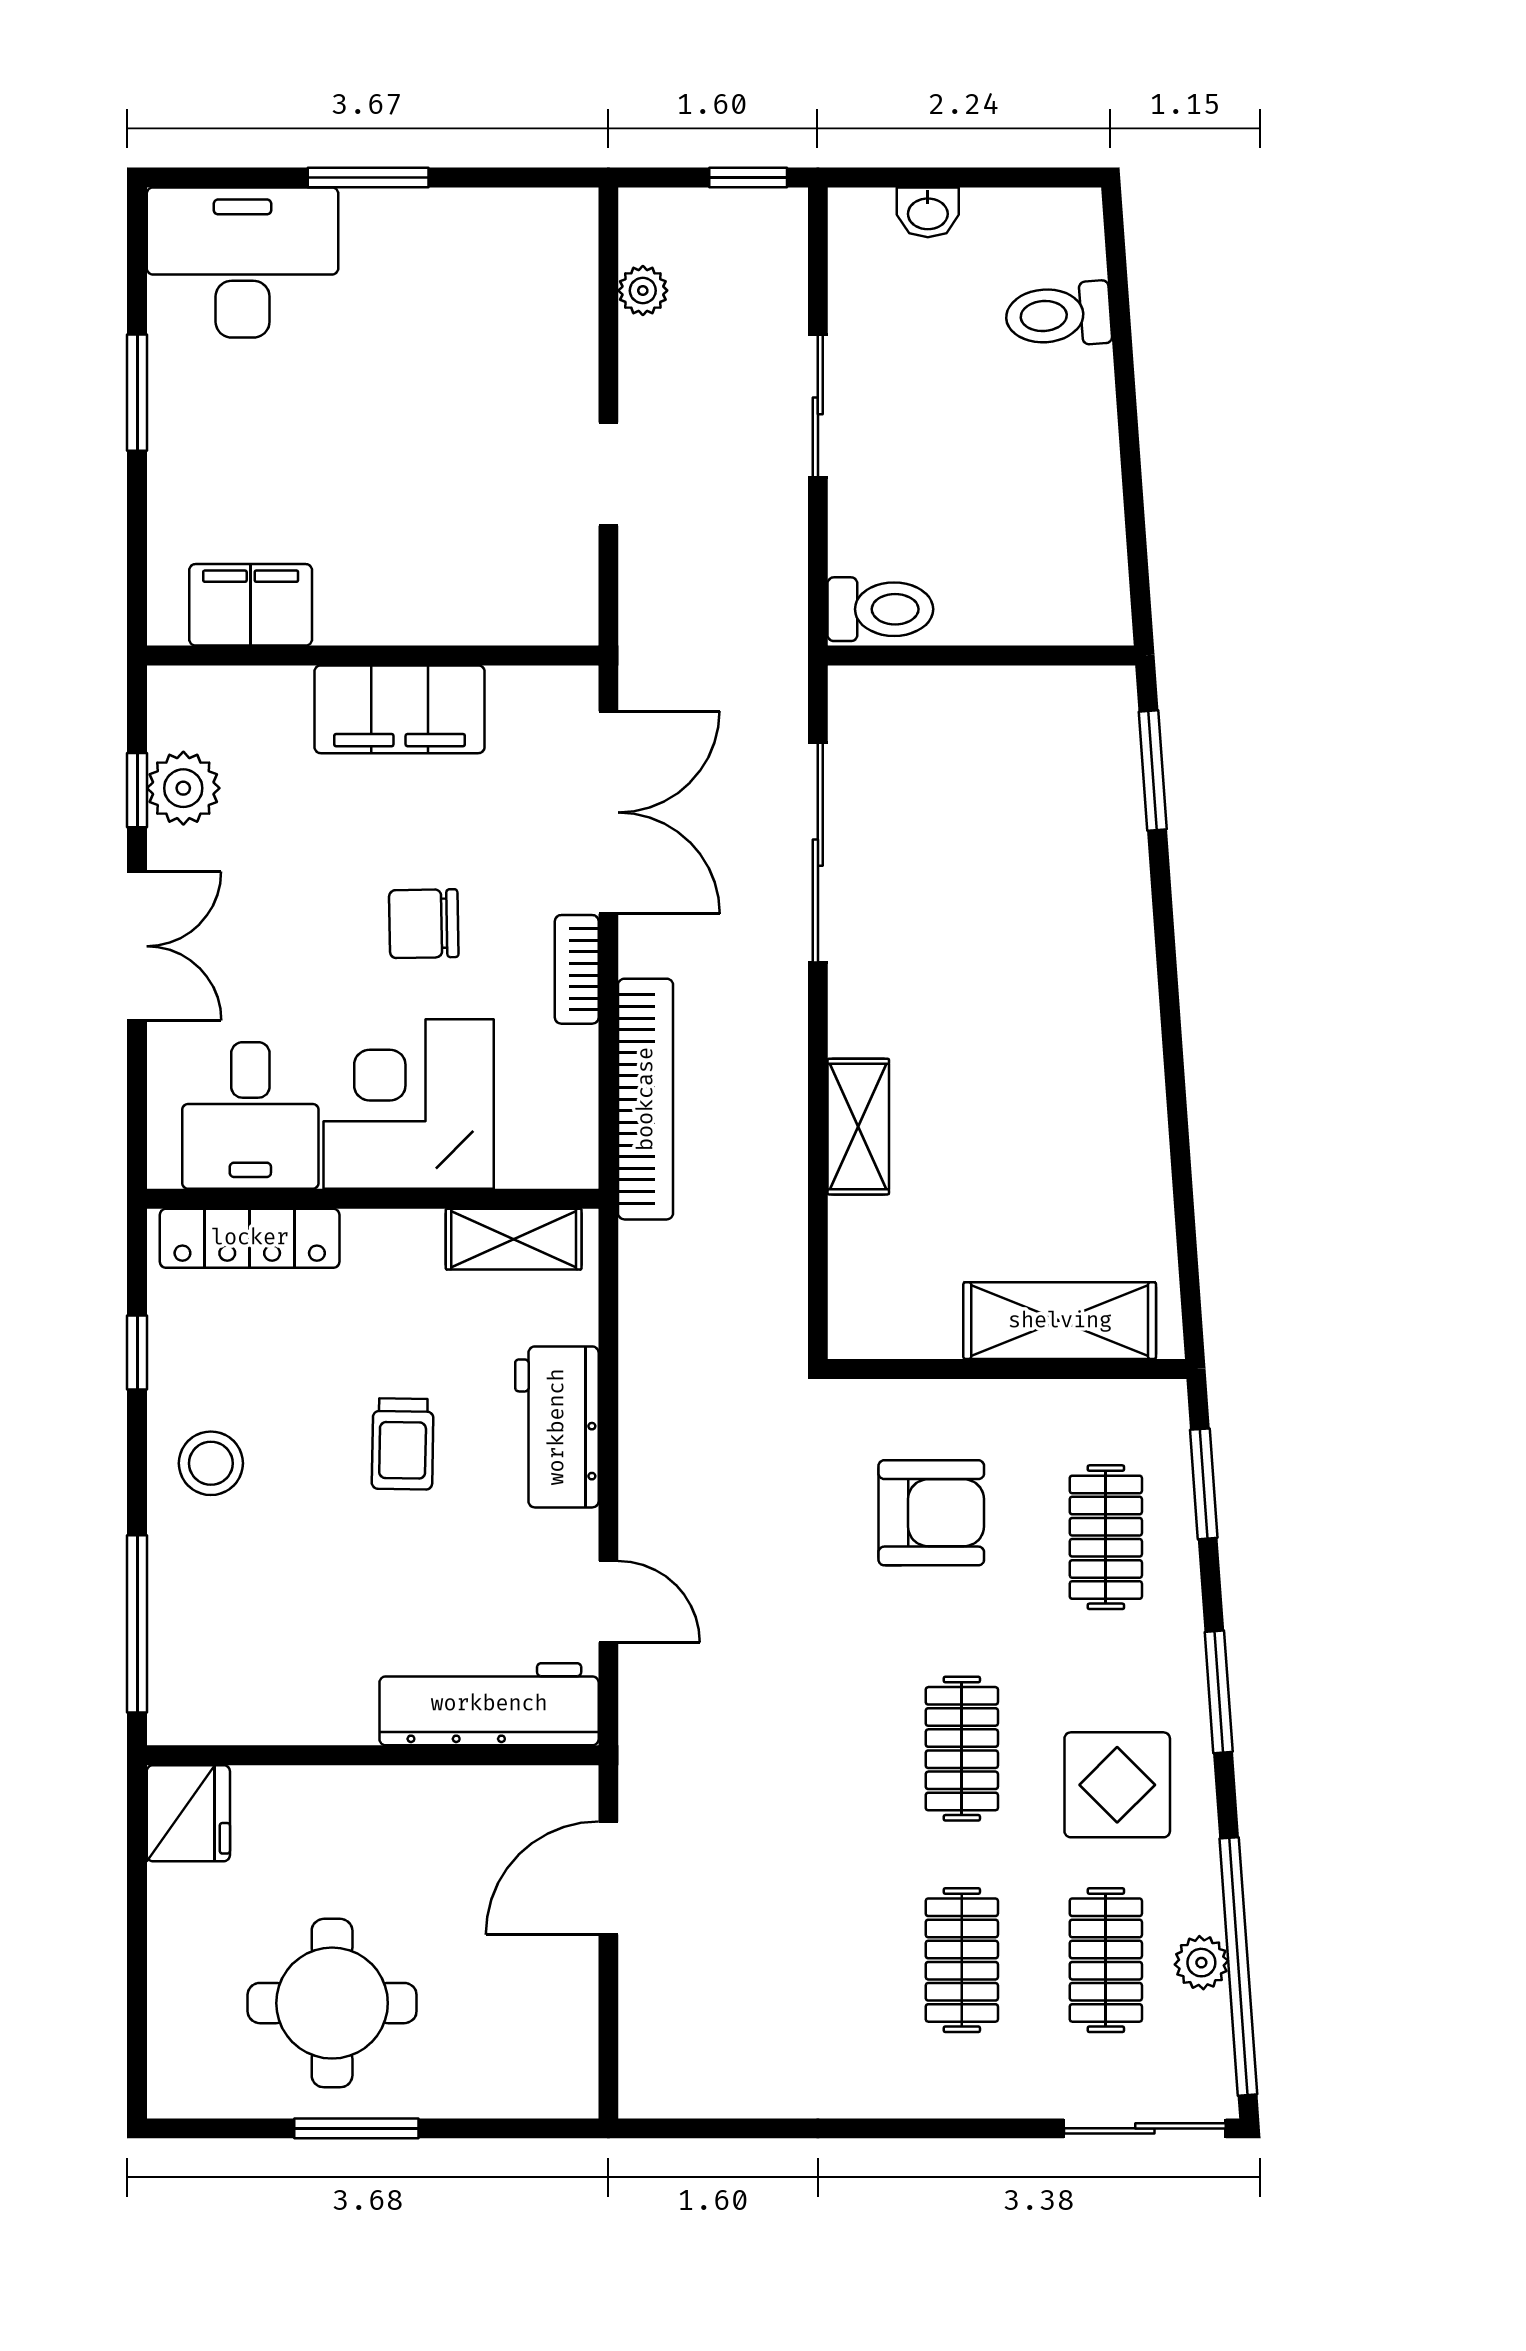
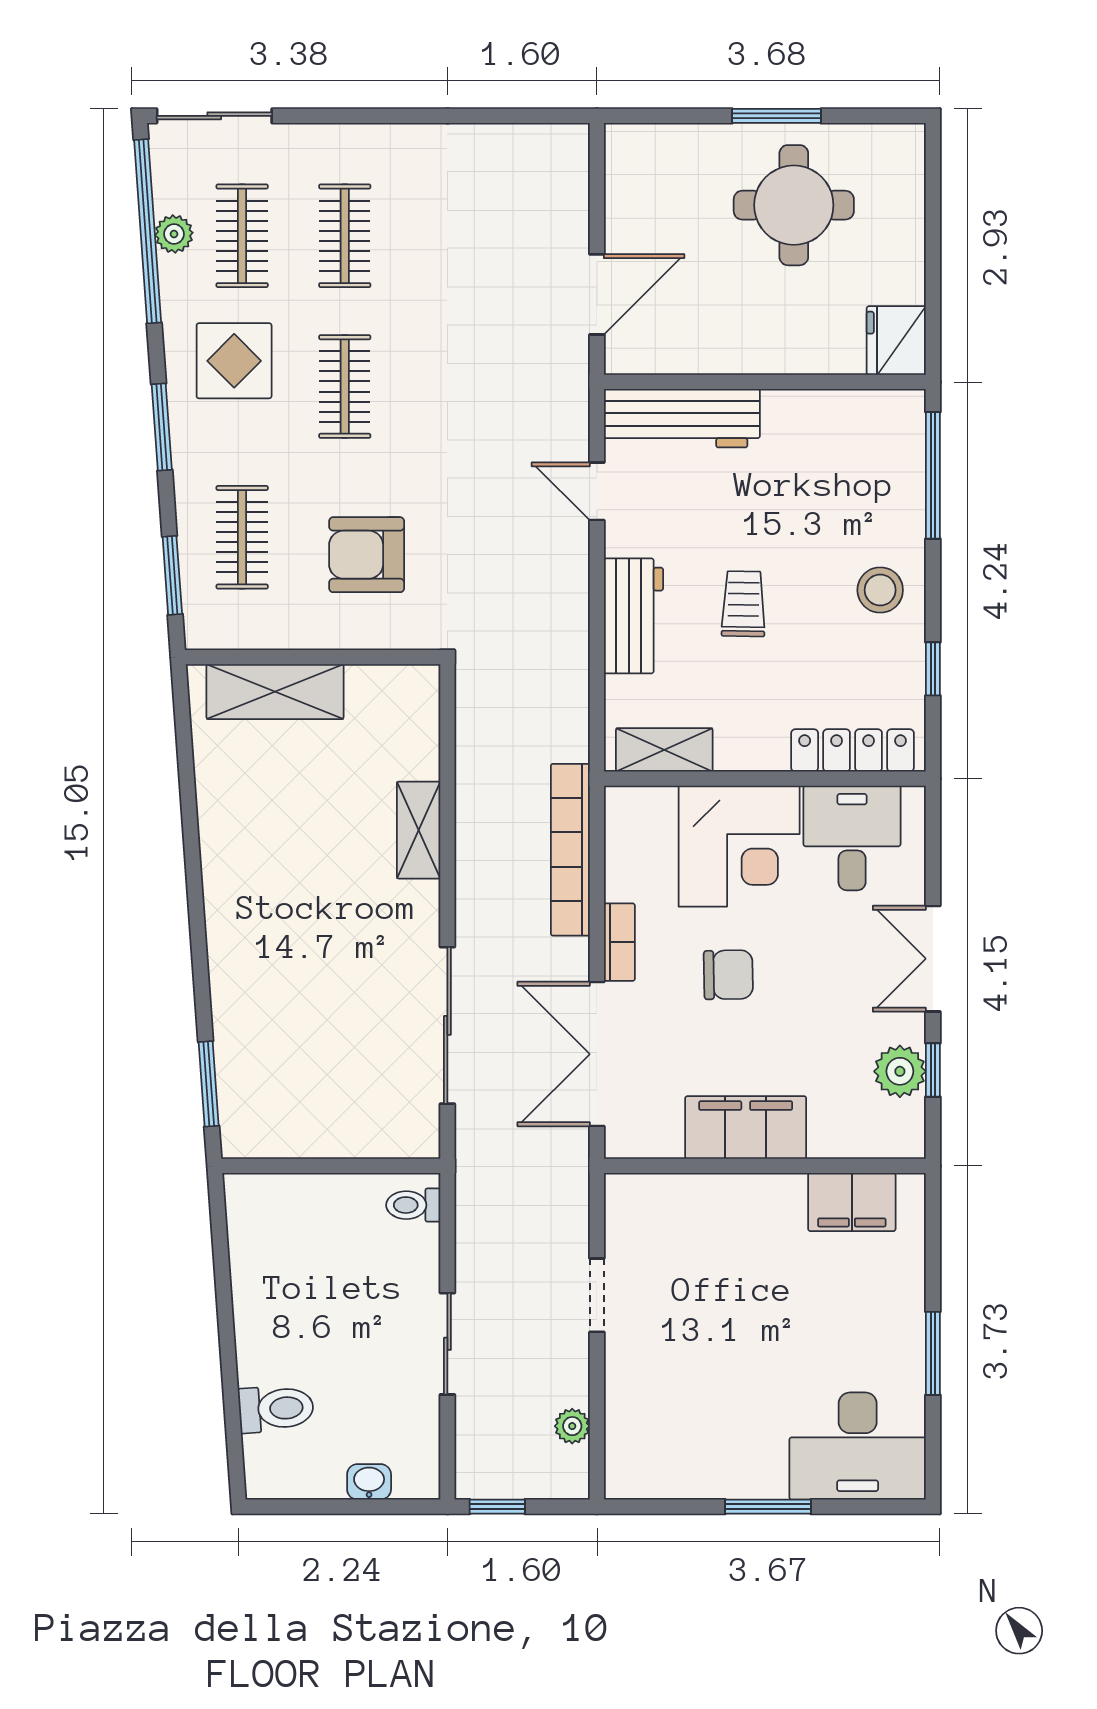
toilet: (880, 609) -> (413, 1205), width x0.73, depth x0.72

